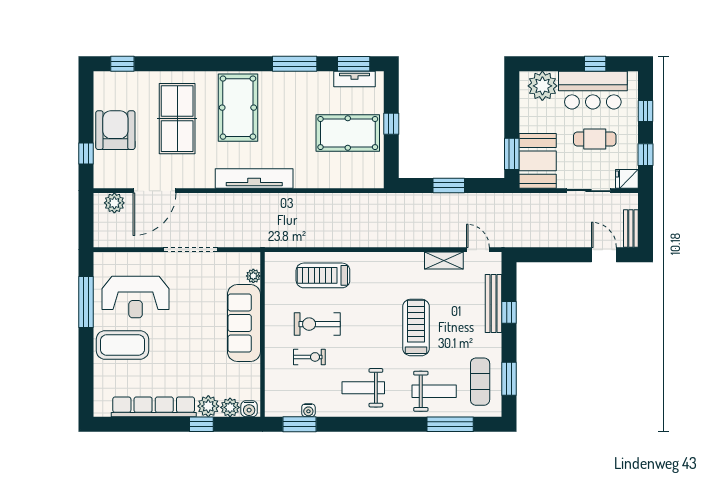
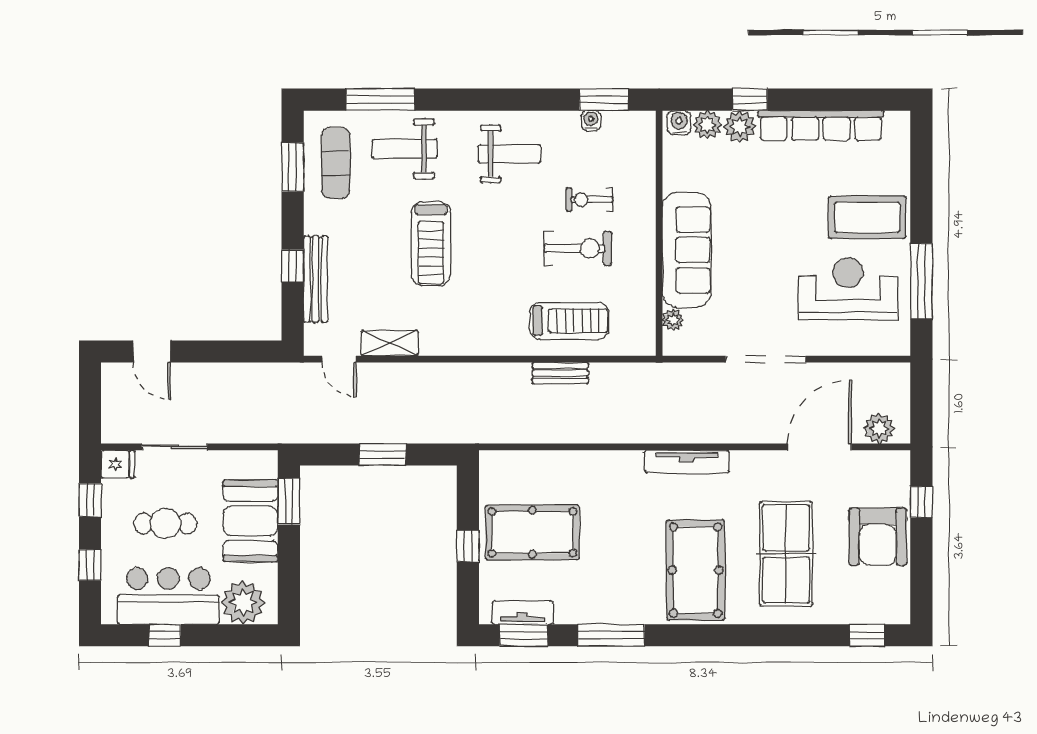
booth: (538, 161) -> (250, 521), moved
tv unit: (254, 178) -> (687, 462), width x0.73, depth x0.78
bench: (631, 228) -> (560, 373), moved, turned 90

